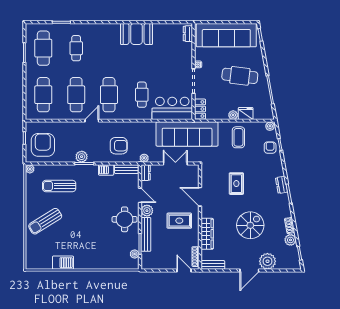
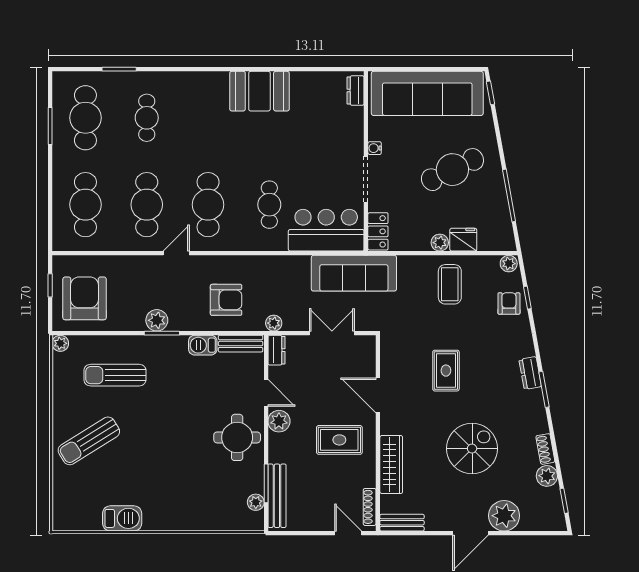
cafe table: (240, 76) -> (452, 170), turned -33
sofa: (187, 134) -> (354, 273), width x0.74, depth x0.79
bench: (146, 234) -> (277, 496), moved

